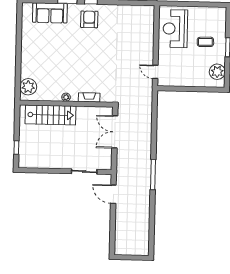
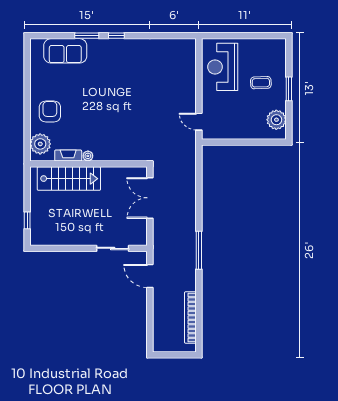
armchair: (89, 19) -> (50, 111), moved
fireplace: (89, 97) -> (68, 155), moved
bookcase: (145, 228) -> (190, 318), added

